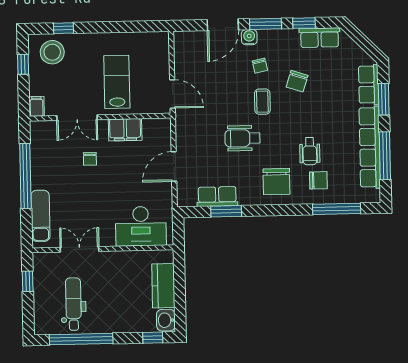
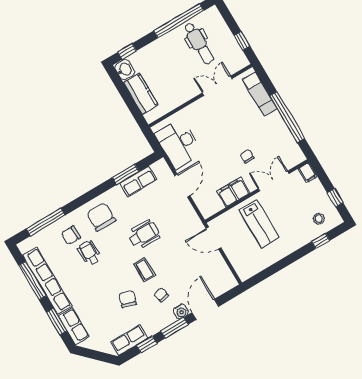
stool: (52, 52) -> (319, 219), width x0.53, depth x0.53
desk: (141, 226) -> (179, 144), moved, turned -90
double door: (79, 249) -> (217, 86), swing flipped

